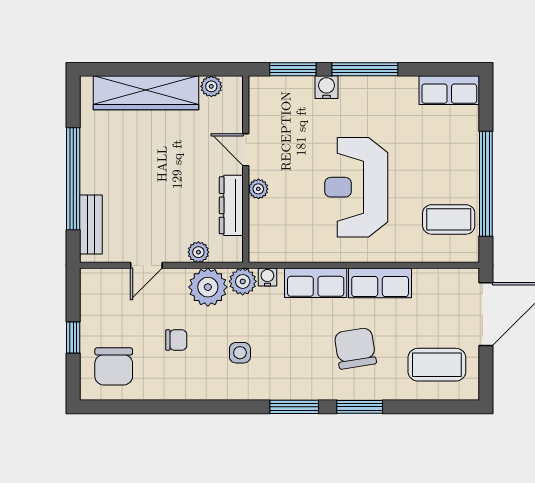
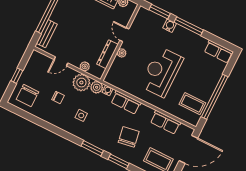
row of seats: (380, 283) -> (165, 122), moved

